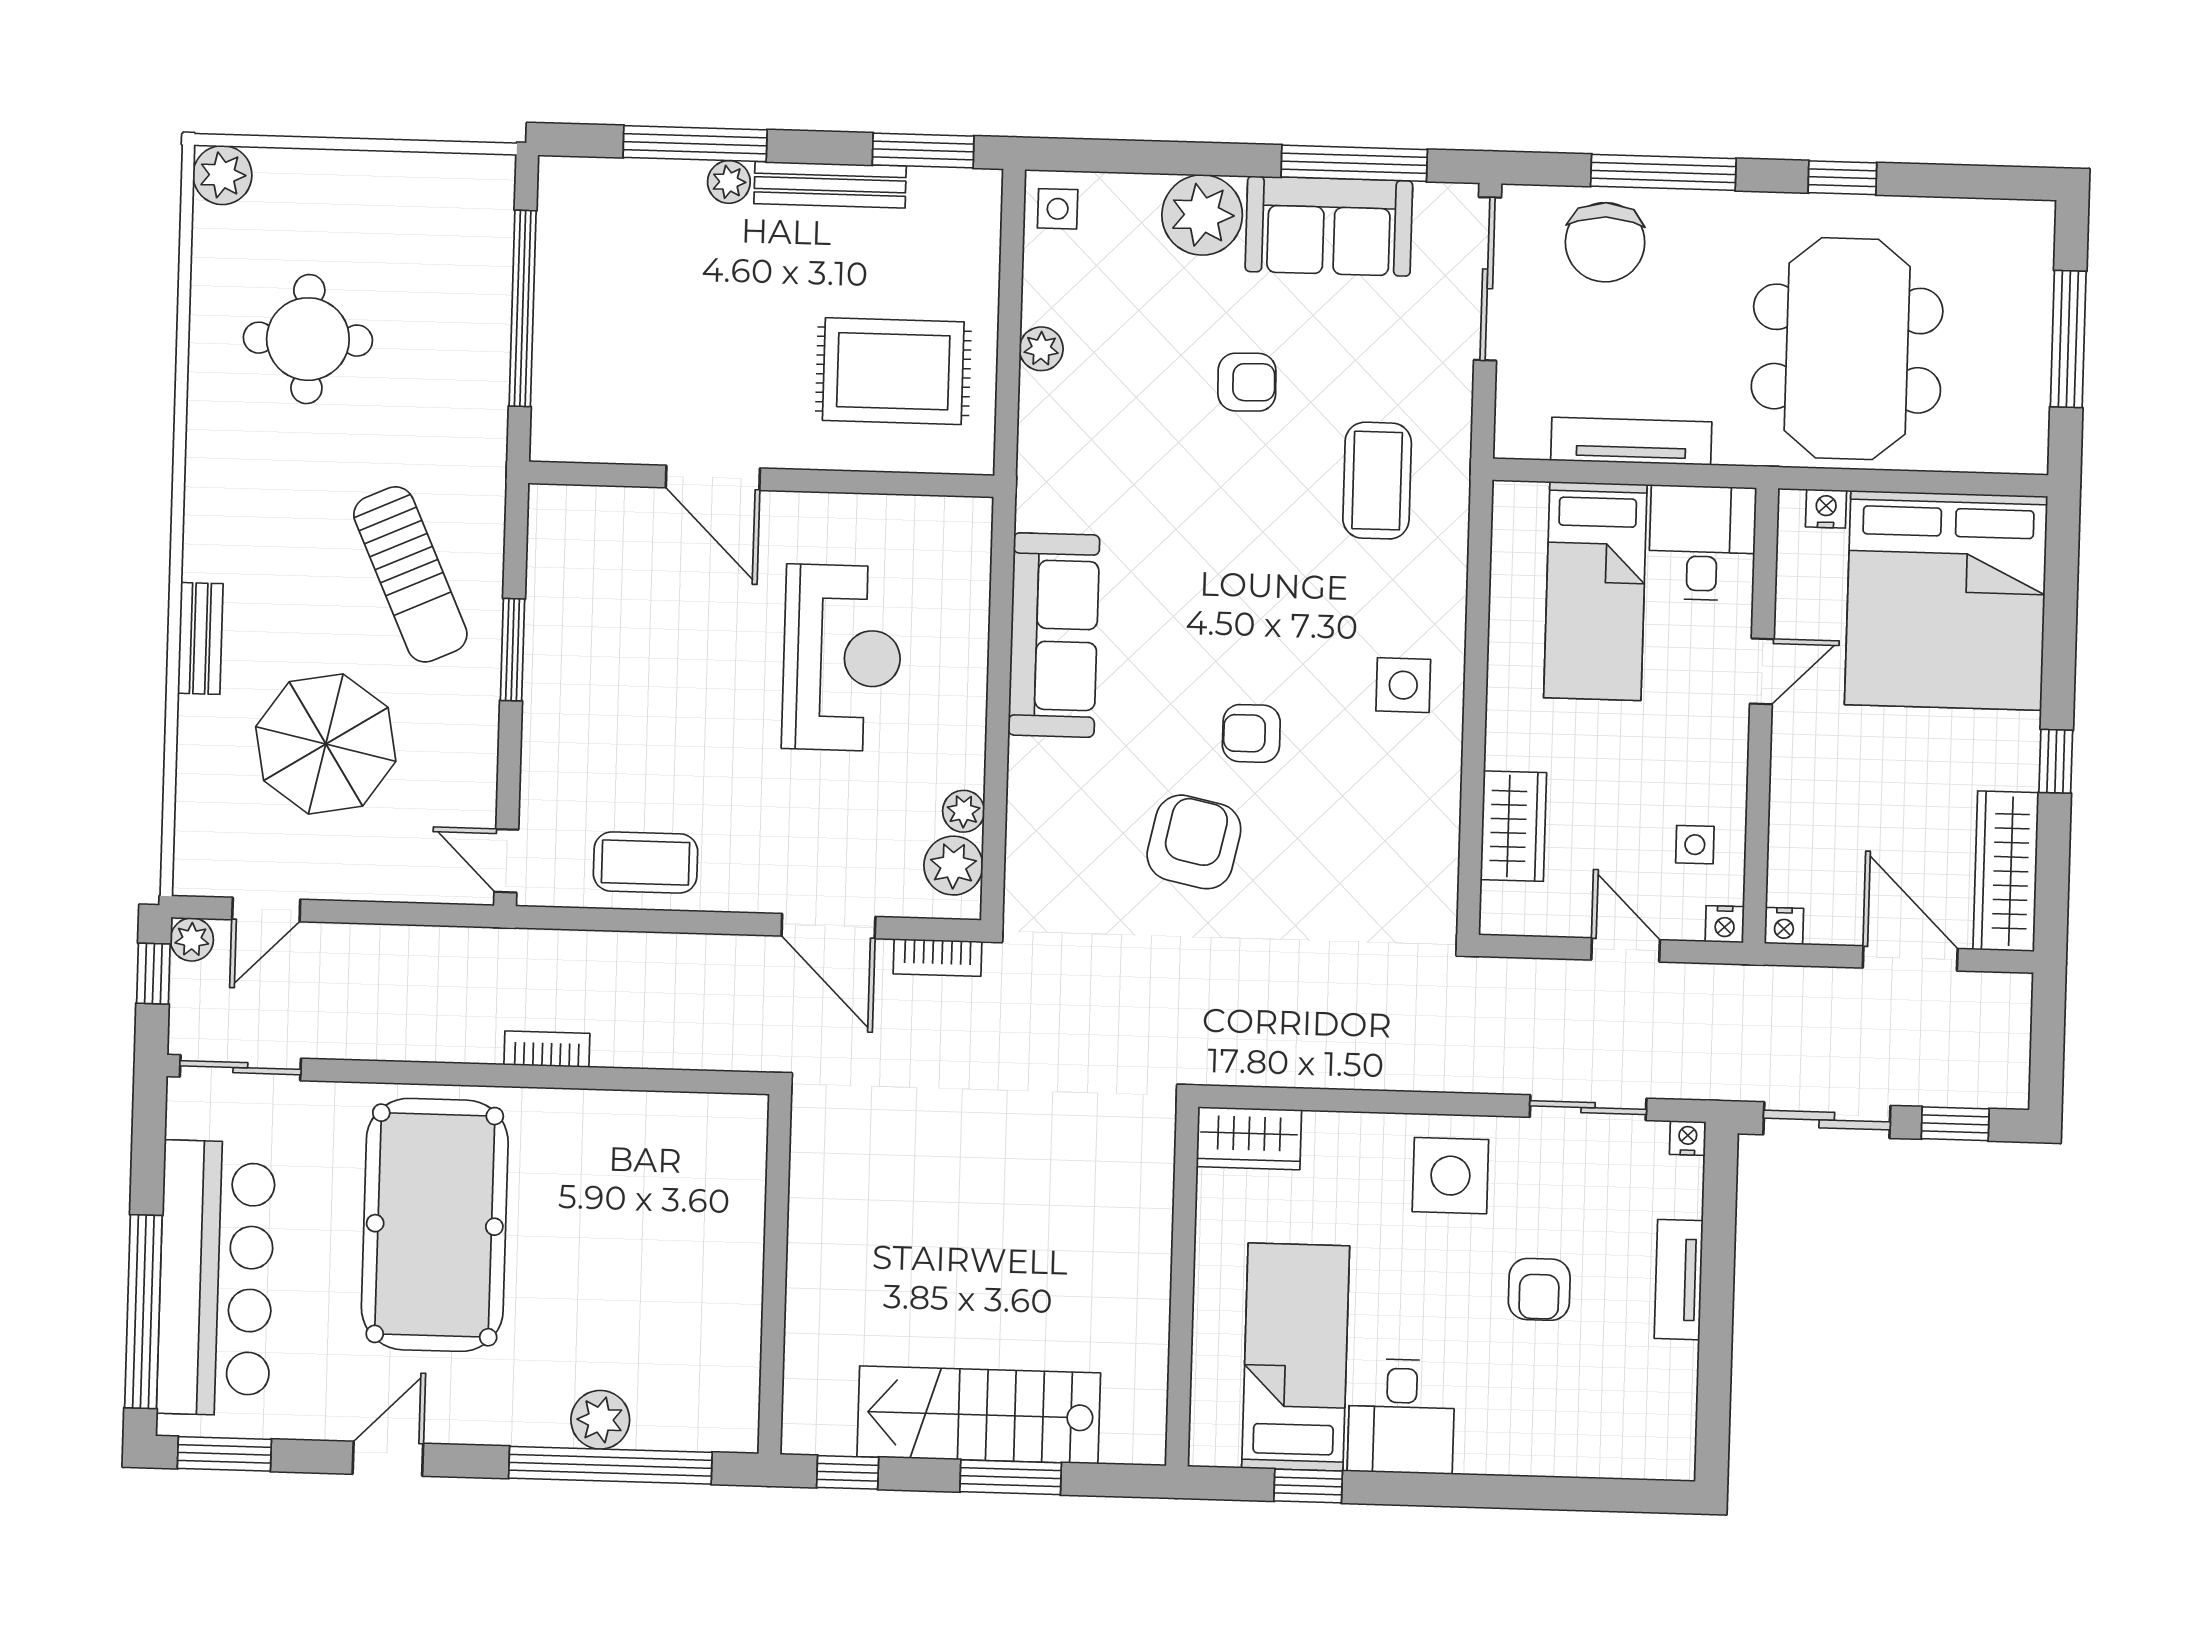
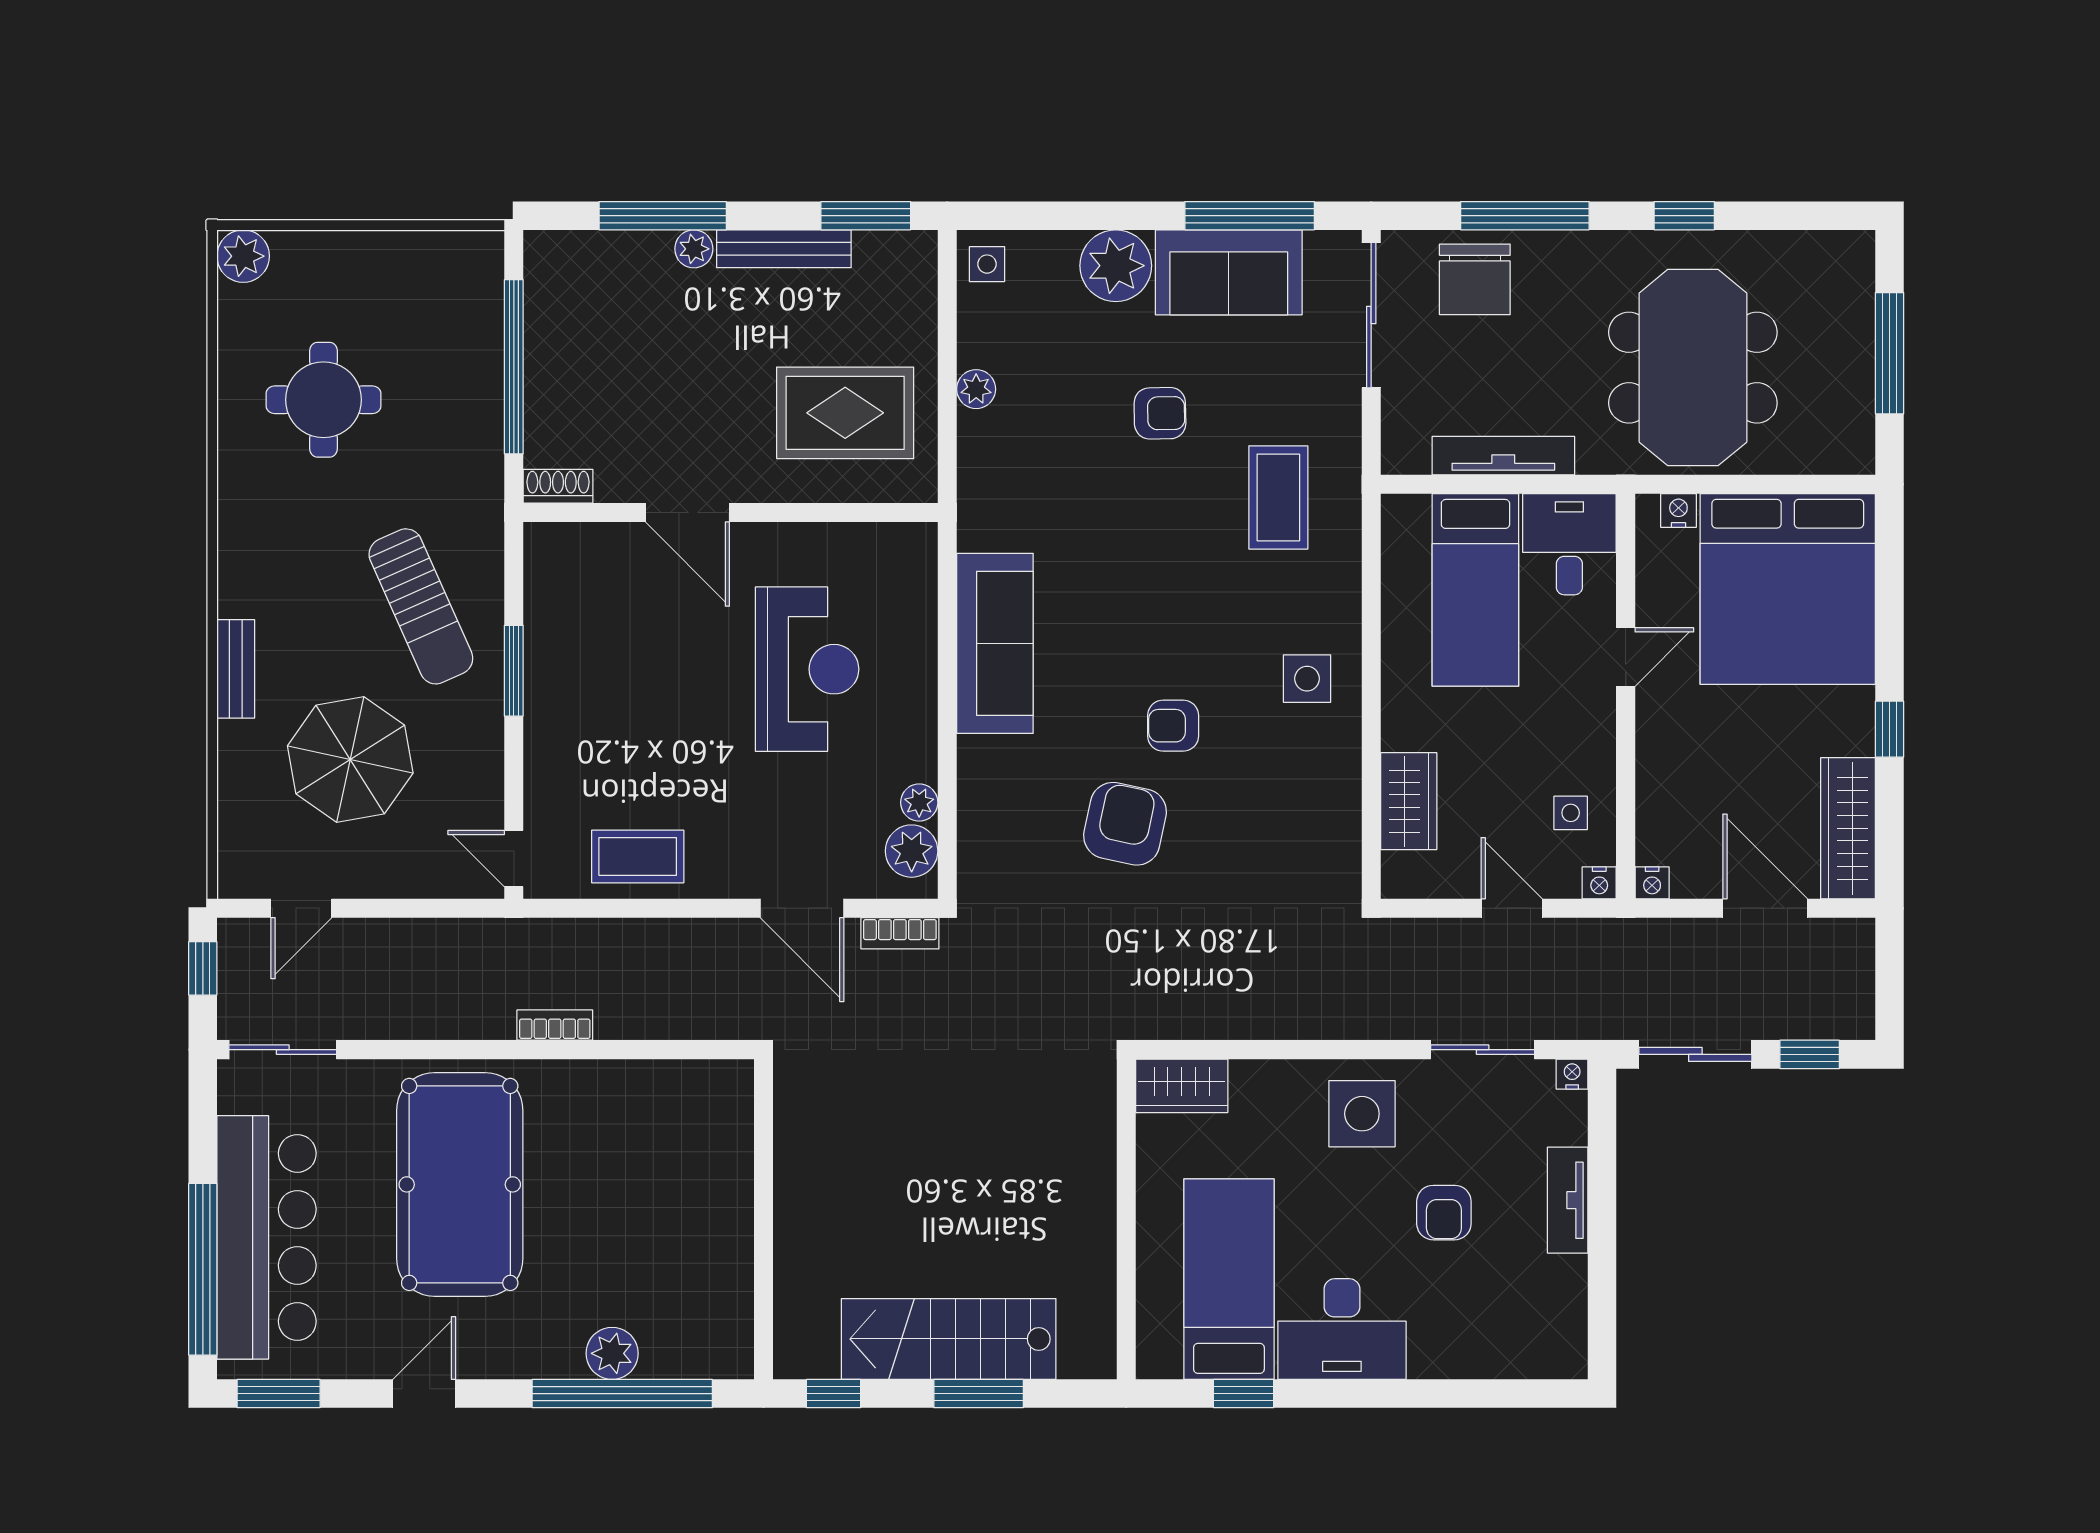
shoe rack: (568, 444) -> (558, 486), added
plant: (192, 939) -> (236, 937), removed
desk: (1401, 1416) -> (1342, 1329), width x1.37

